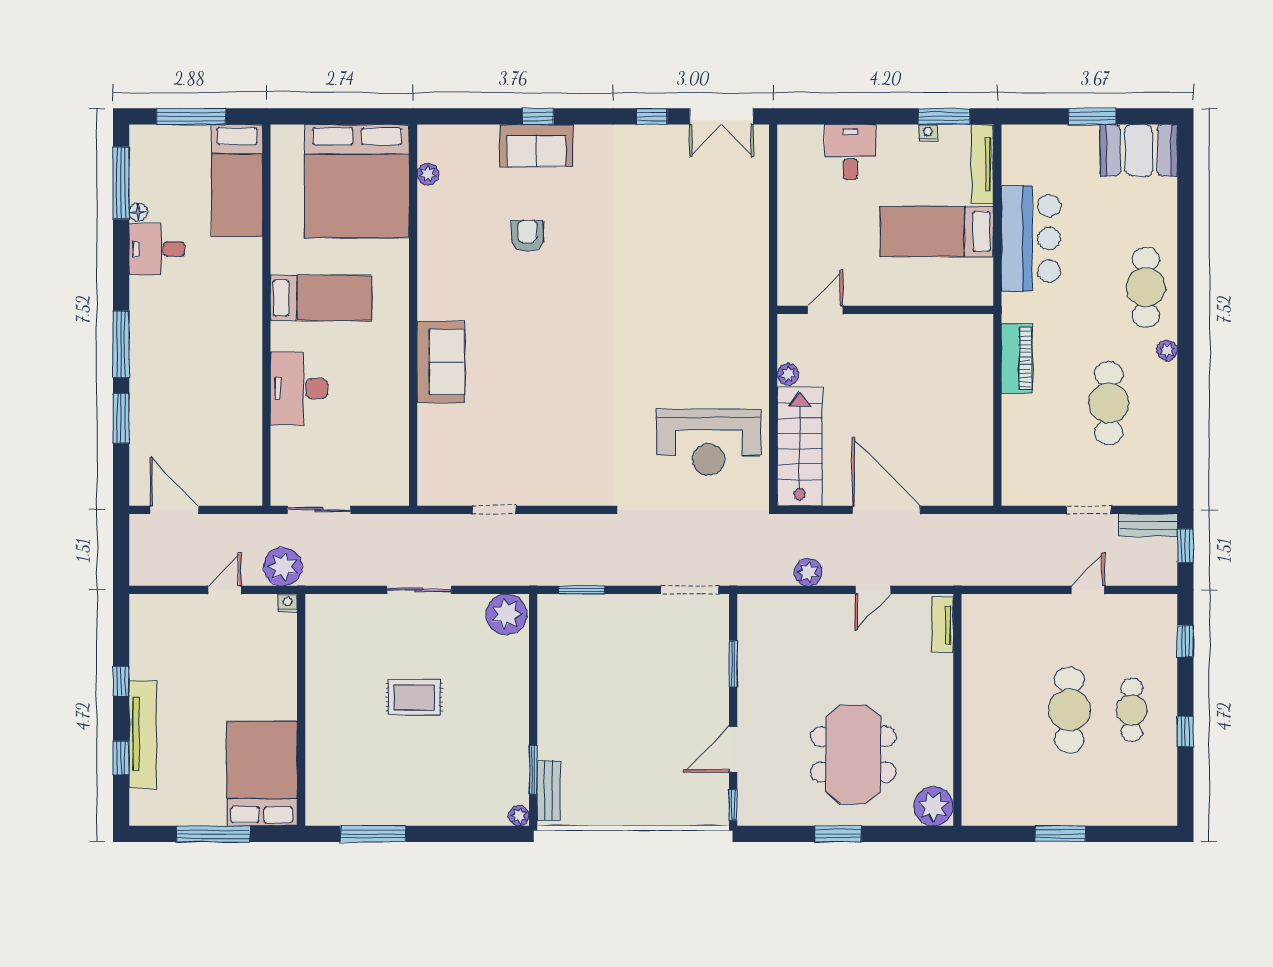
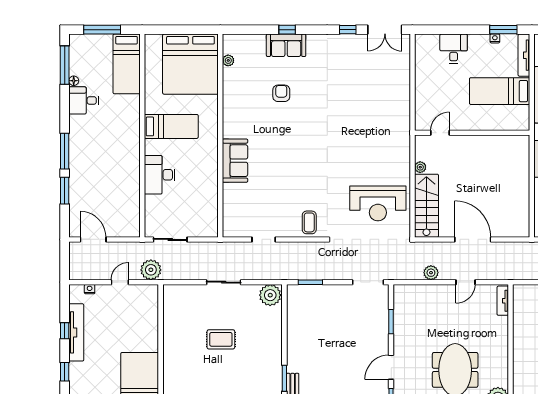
coffee table: (580, 478) -> (309, 222), added
nightstand: (287, 603) -> (90, 289), moved
tv unit: (143, 734) -> (76, 332), moved

